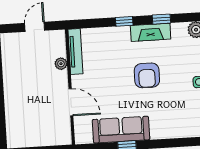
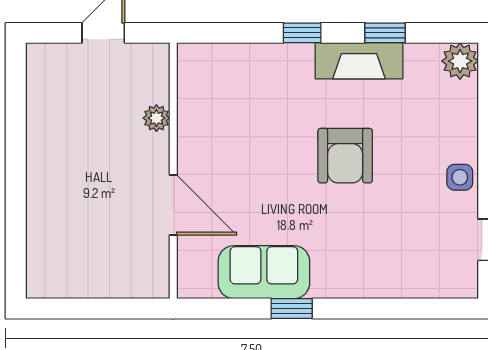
tv unit: (75, 52) -> (190, 93), removed
sofa: (121, 130) -> (264, 272), width x0.73

